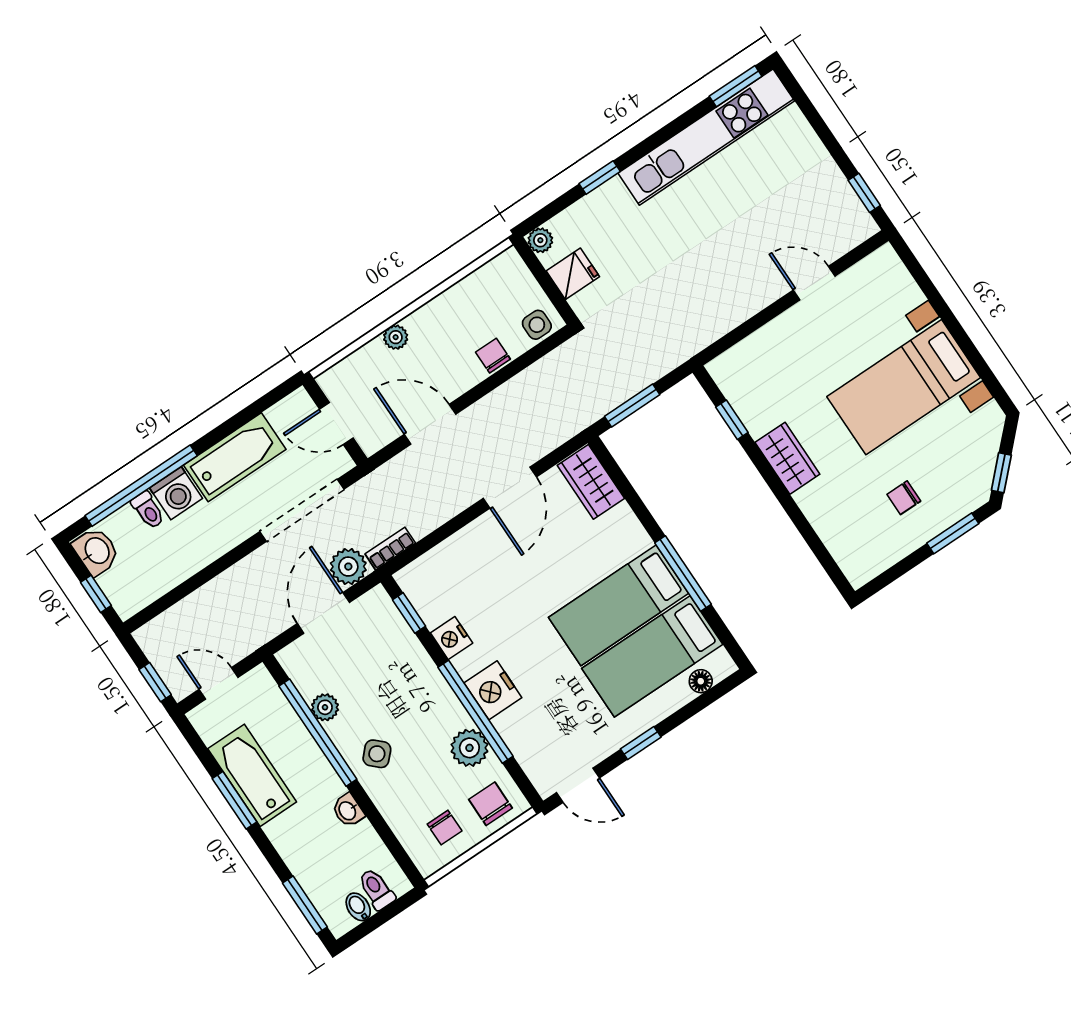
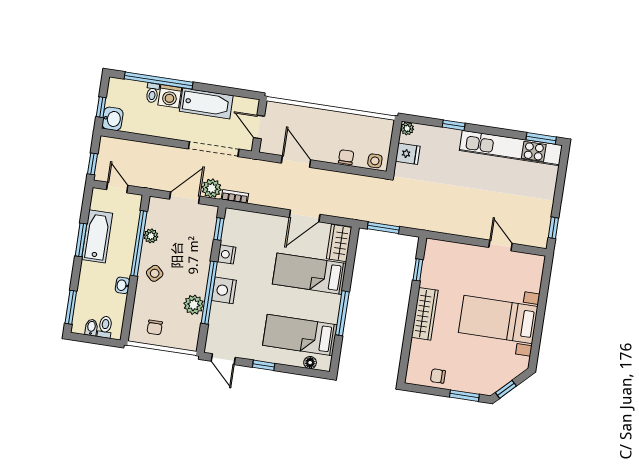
plant: (396, 337) -> (314, 114), removed
wardrobe: (787, 458) -> (425, 314), width x1.50
chair: (904, 498) -> (438, 376), moved
washbasin: (96, 551) -> (113, 119), moved
bed: (618, 605) -> (309, 274), moved
chair: (490, 804) -> (182, 335), removed

